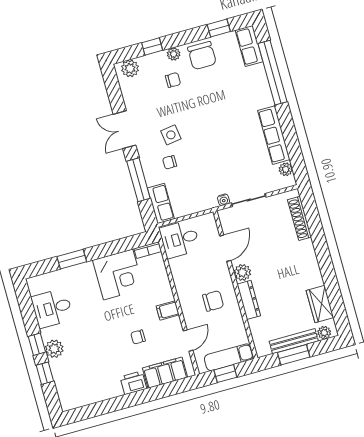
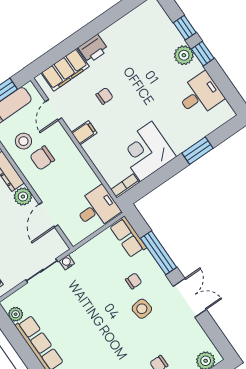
stool: (225, 322) -> (23, 141), added

